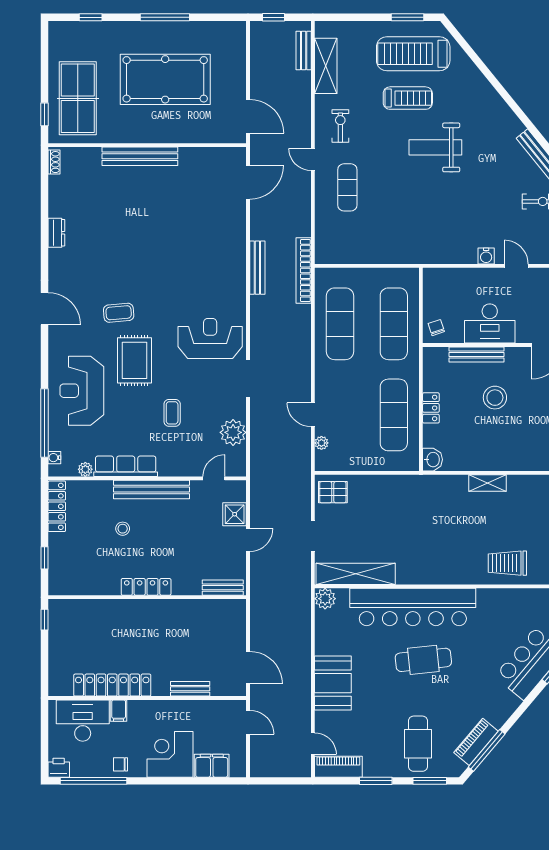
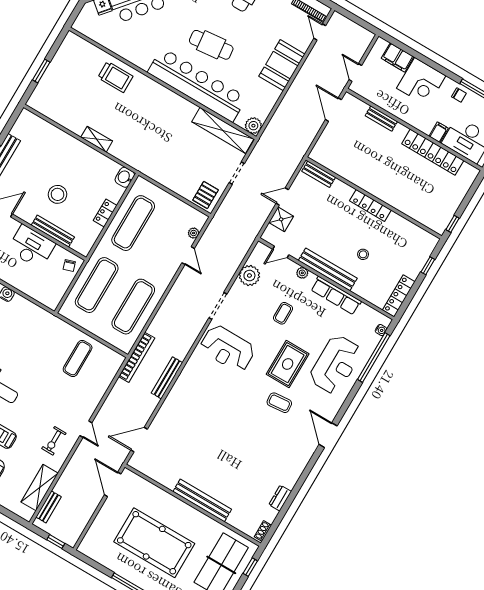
exercise mat: (347, 187) -> (78, 358), moved
dresser: (56, 233) -> (280, 498), moved
plant: (85, 469) -> (302, 273), moved
pallet: (333, 492) -> (206, 195), turned 90

